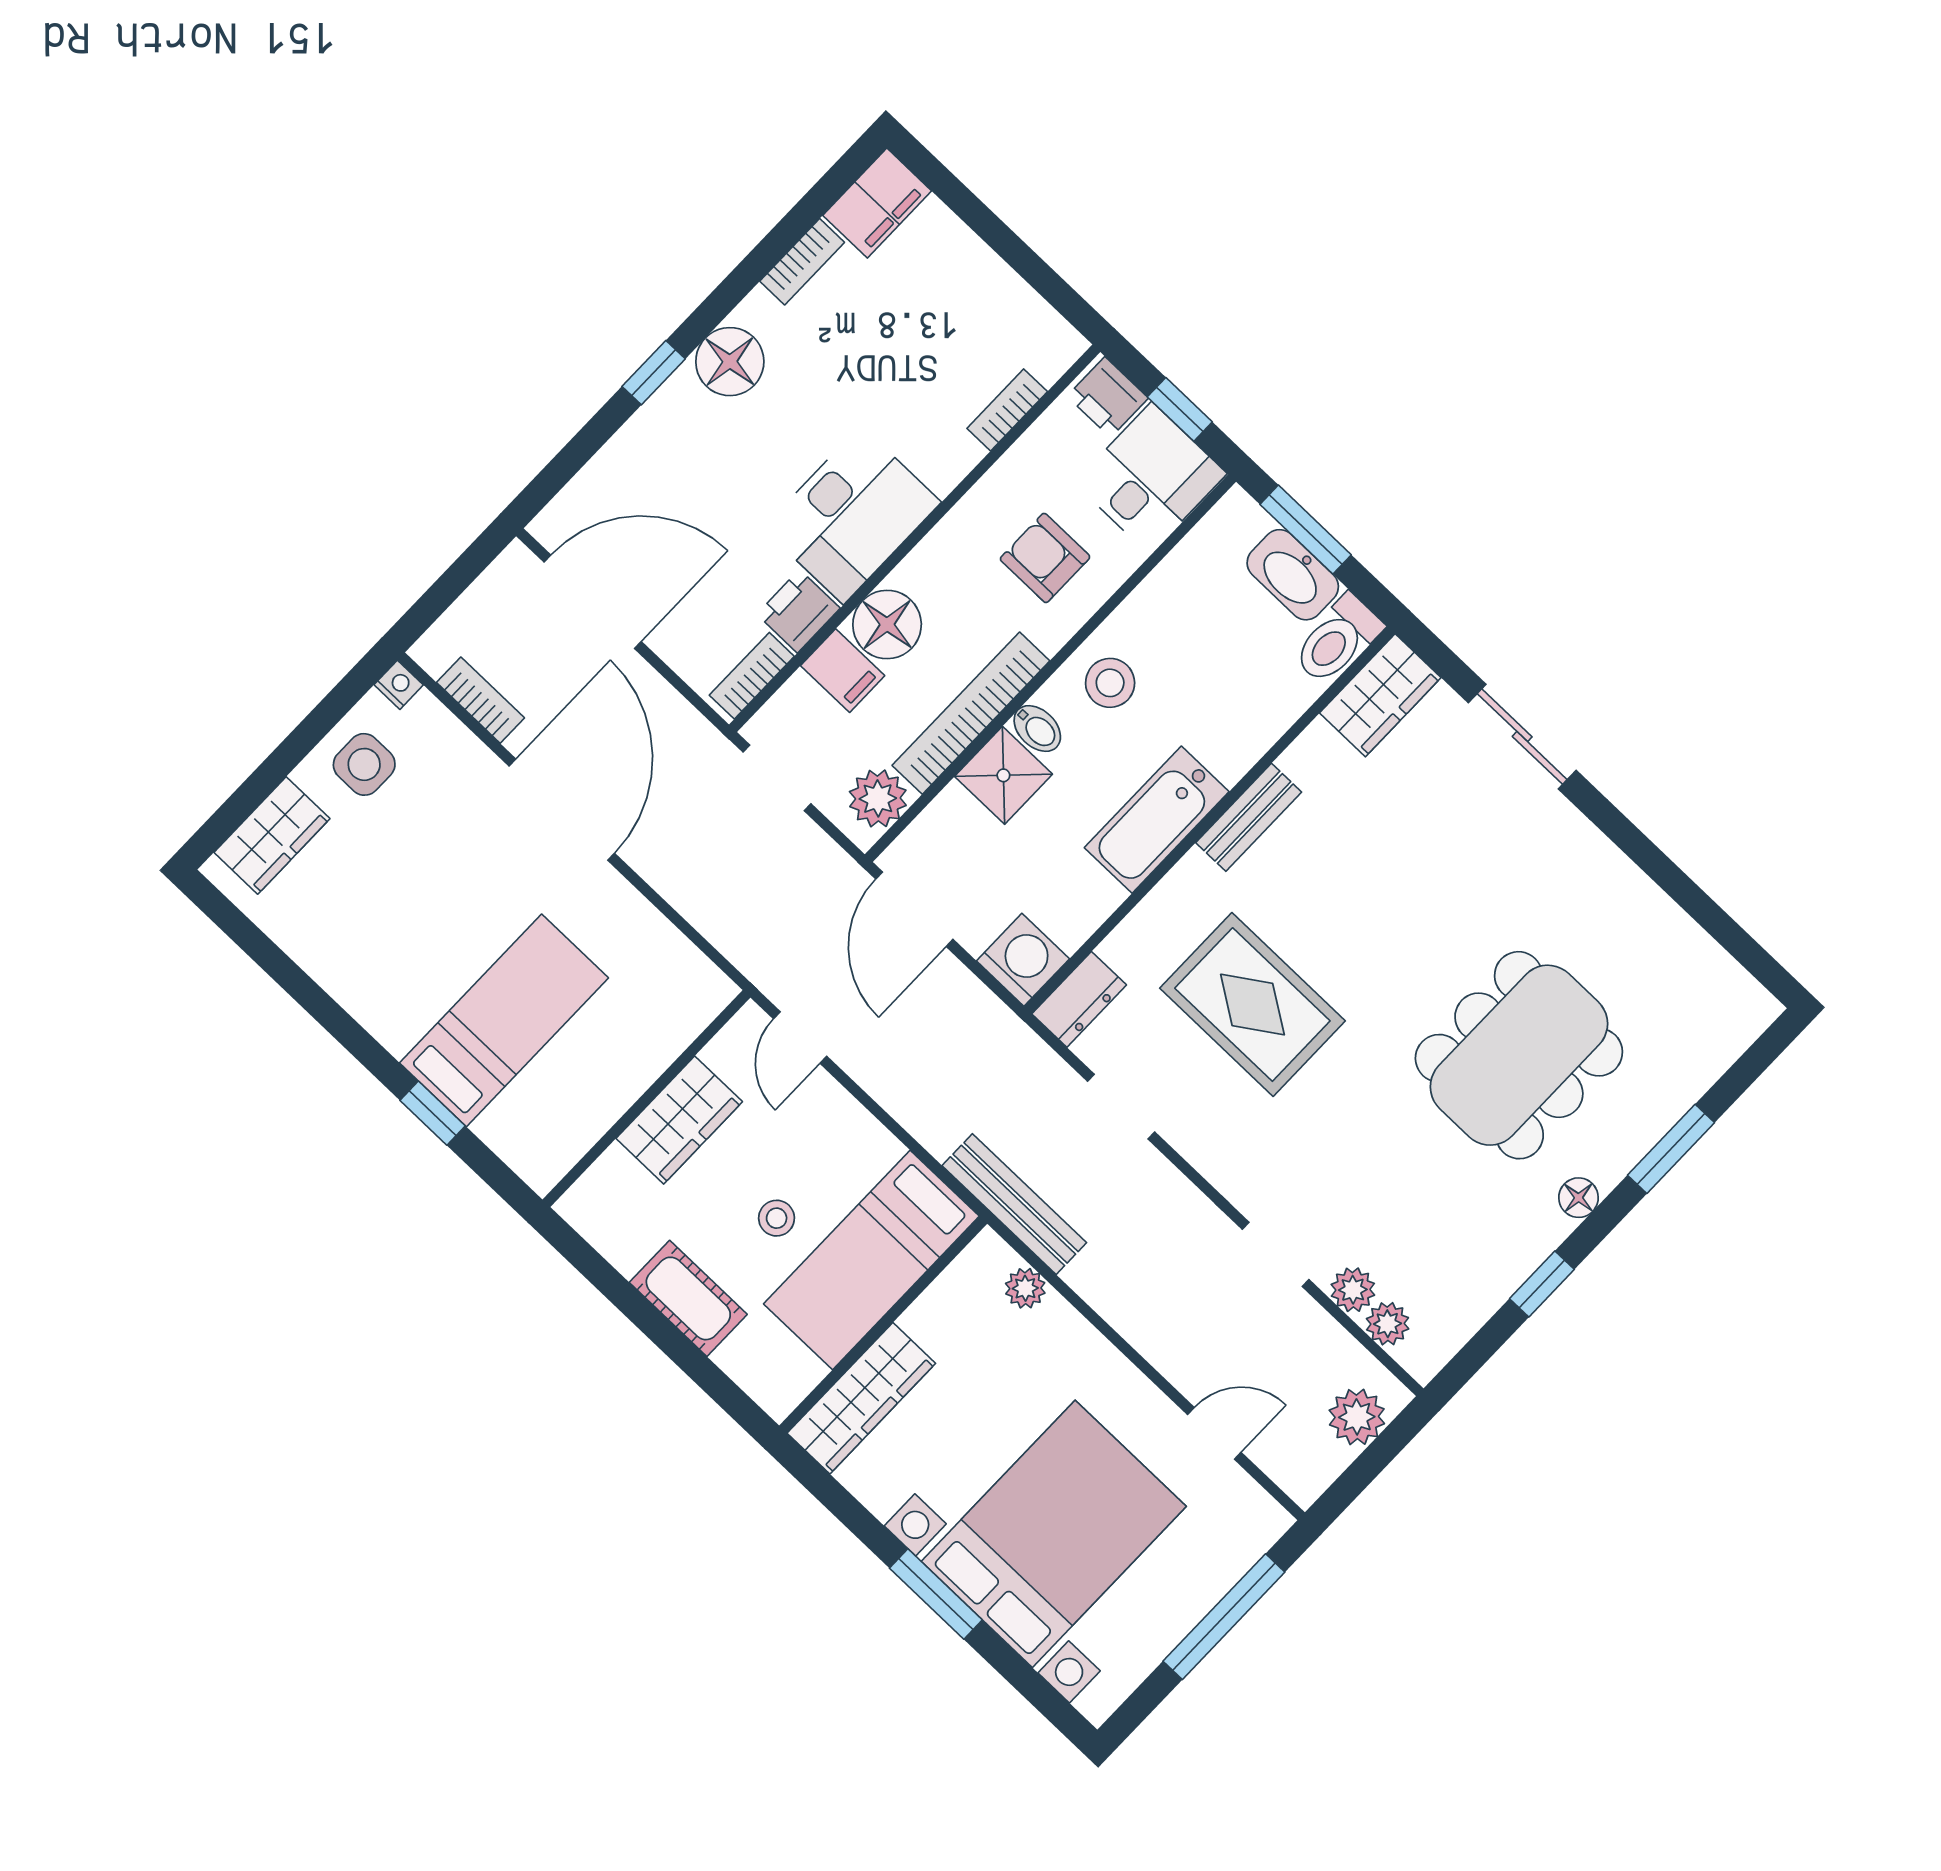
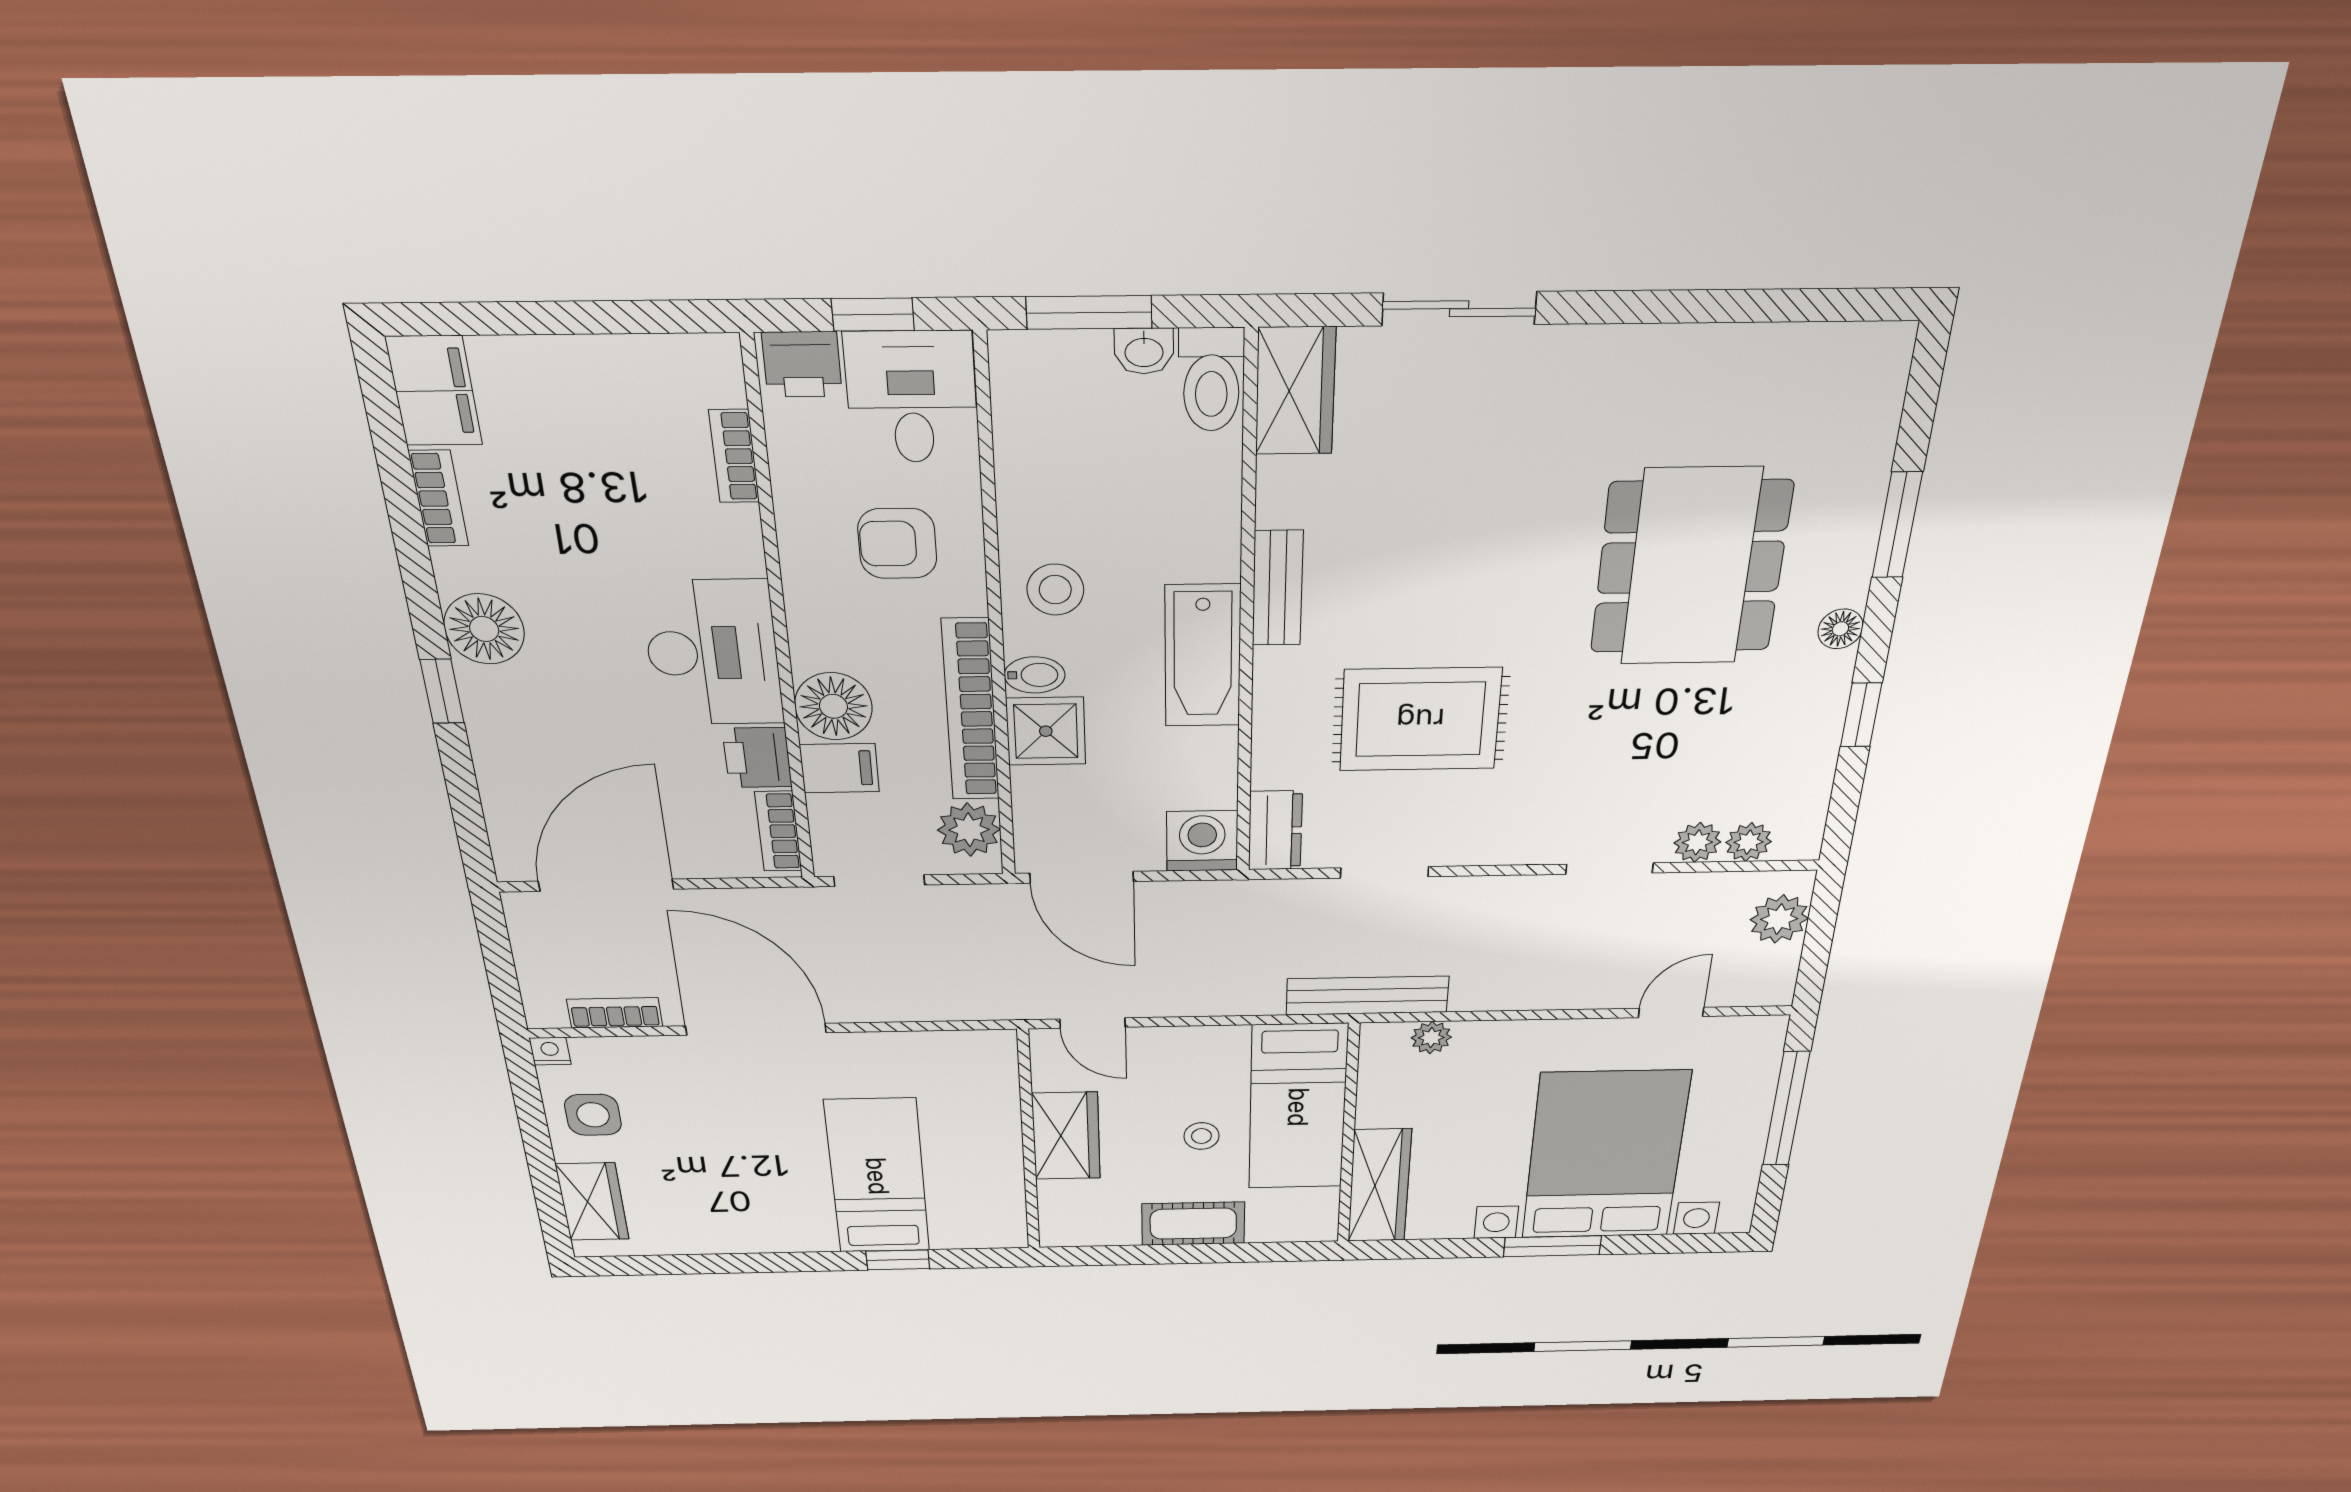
washbasin: (1293, 575) -> (1144, 351), width x0.52, depth x0.69

